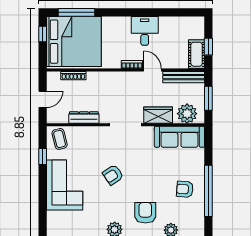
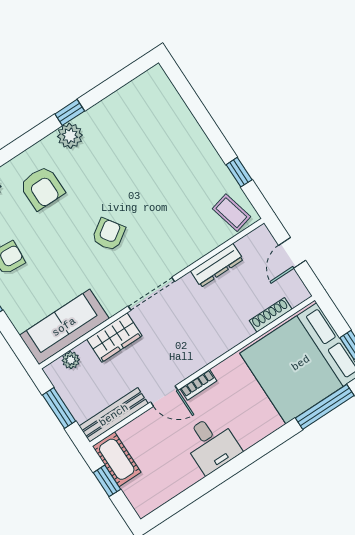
plant: (187, 114) -> (71, 360), width x0.53, depth x0.53
armchair: (113, 175) -> (108, 234), moved
corner sofa: (65, 185) -> (182, 152), removed

